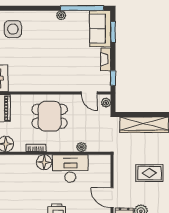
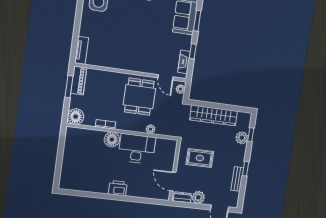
fireplace: (106, 59) -> (184, 62), moved
window: (113, 78) -> (193, 51), moved
dining table: (50, 116) -> (139, 97), moved, turned 90
rug: (149, 173) -> (200, 158), moved

